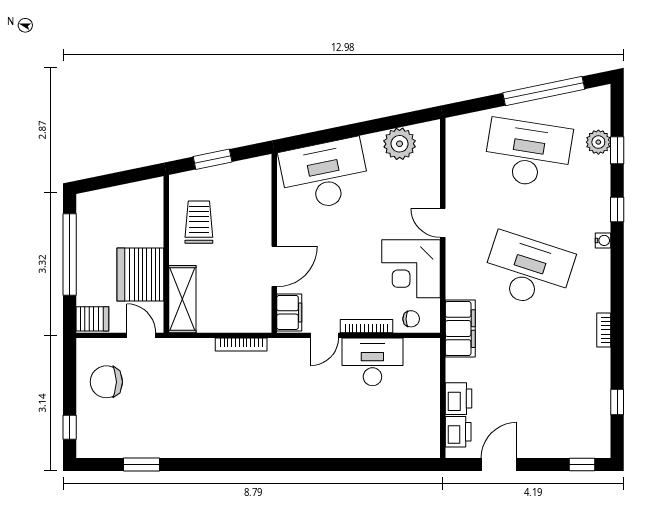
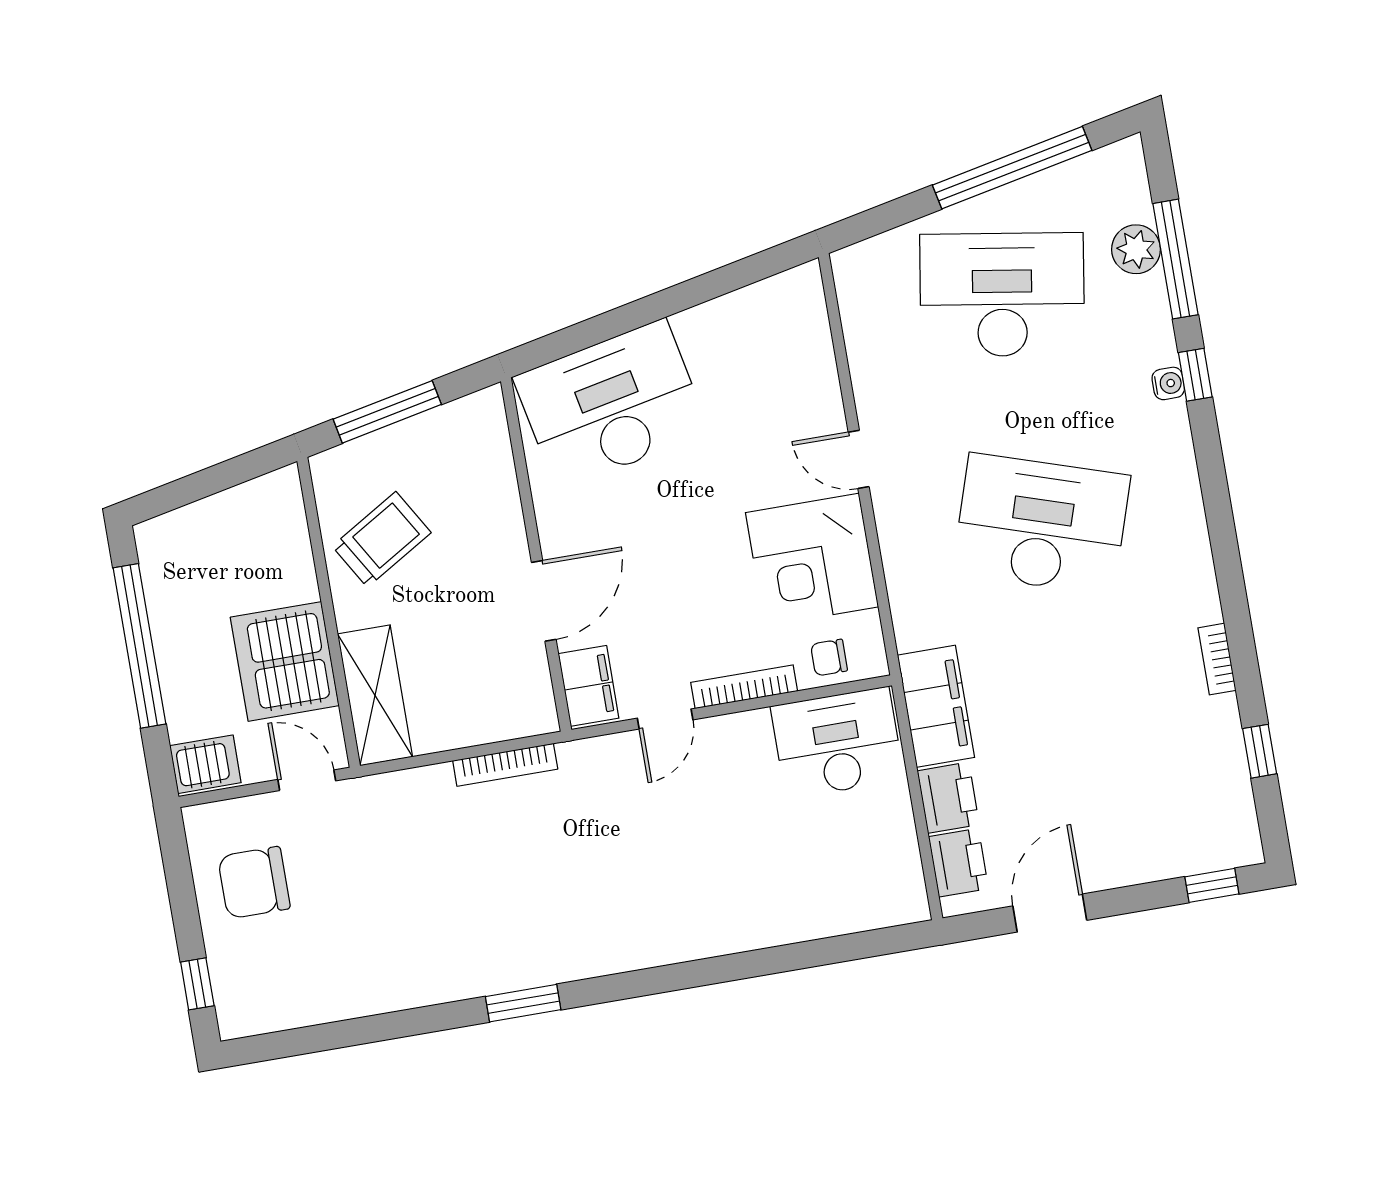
plant: (400, 144) -> (748, 319), removed
window: (617, 150) -> (1176, 259), width x2.17
window: (213, 159) -> (387, 412), width x1.44
trolley: (199, 222) -> (382, 539), turned 59
water cooler: (603, 240) -> (1168, 383), moved
chair: (411, 319) -> (829, 658), turned 180
filing cabinet: (460, 329) -> (936, 706), moved
bookcase: (604, 330) -> (1217, 659), moved
desk: (372, 362) -> (837, 743), moved
window: (142, 465) -> (523, 1003), moved

